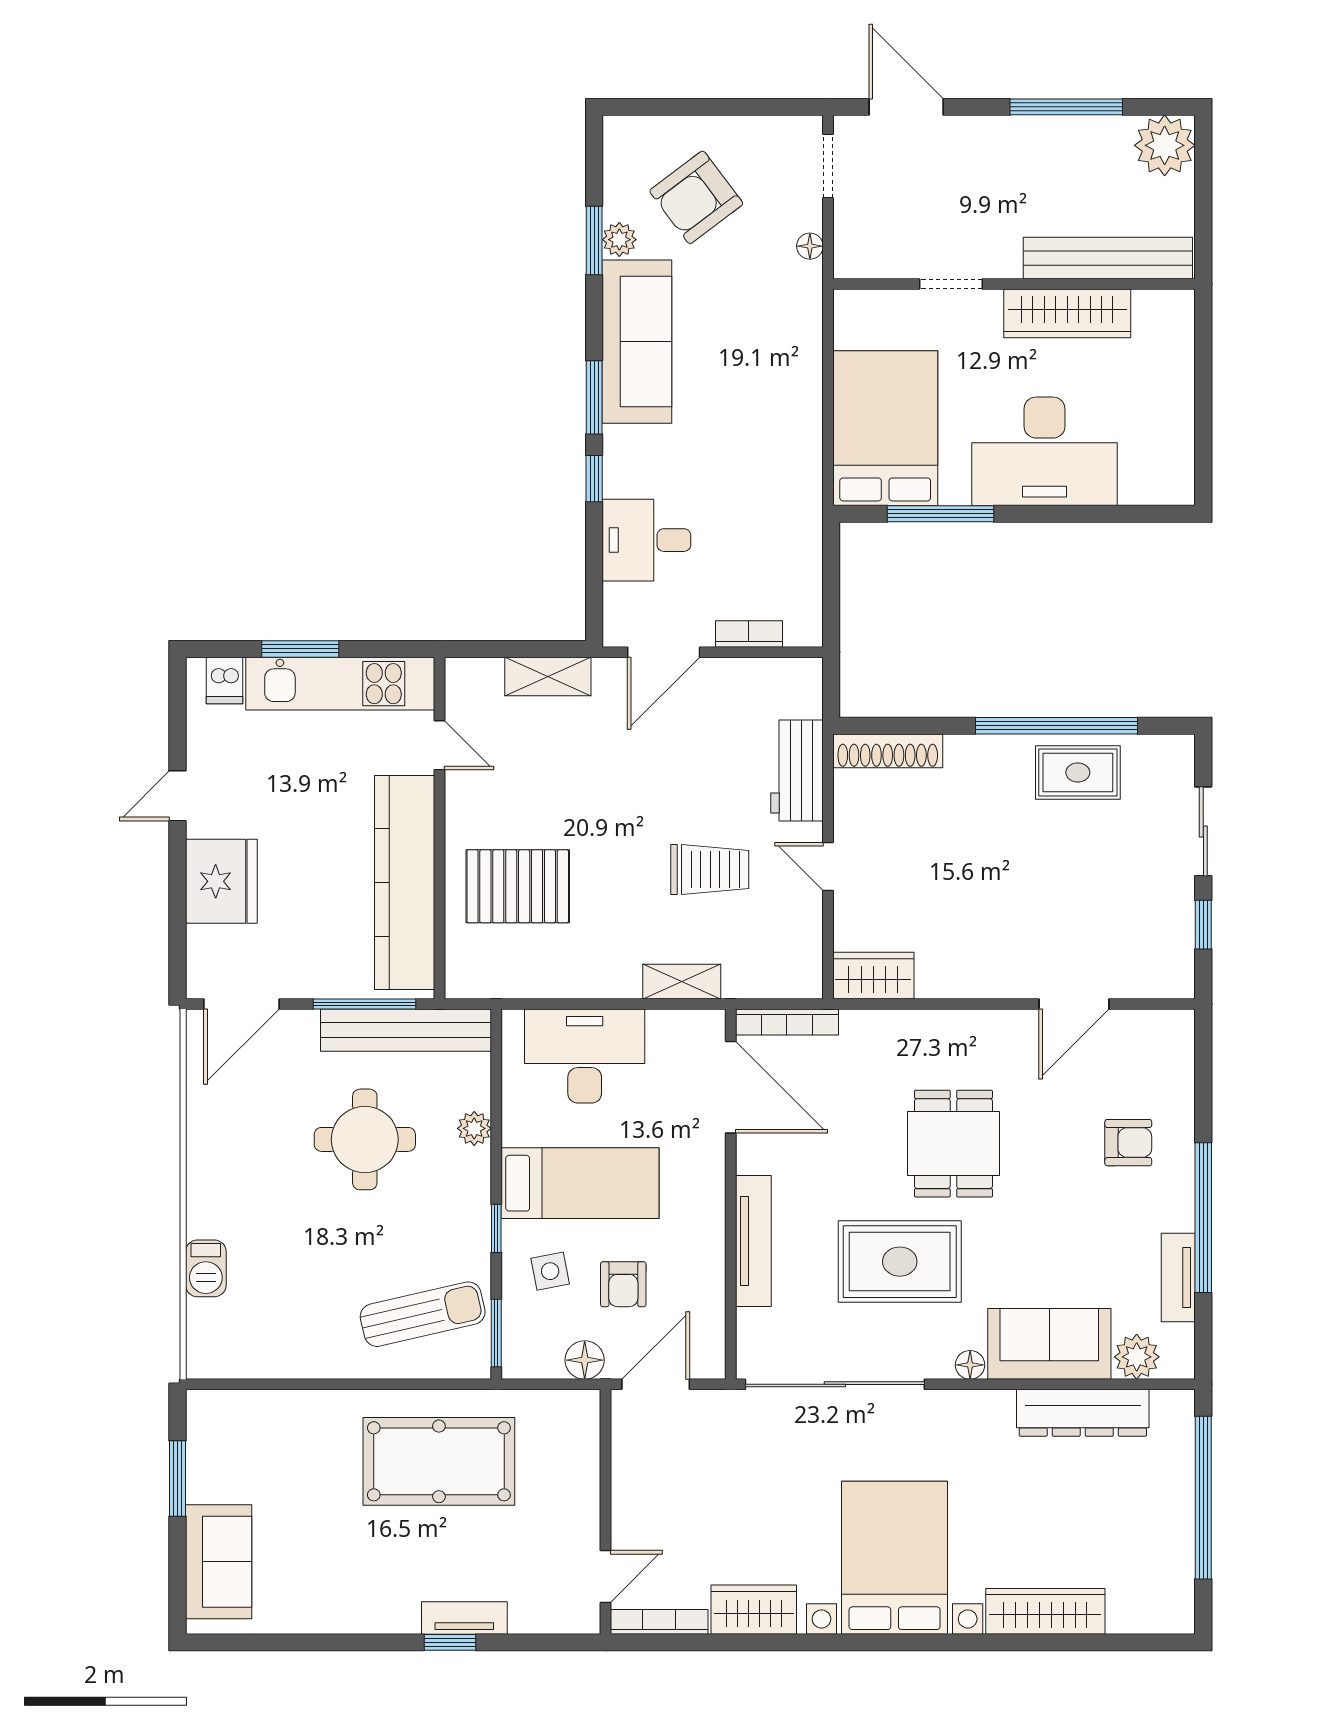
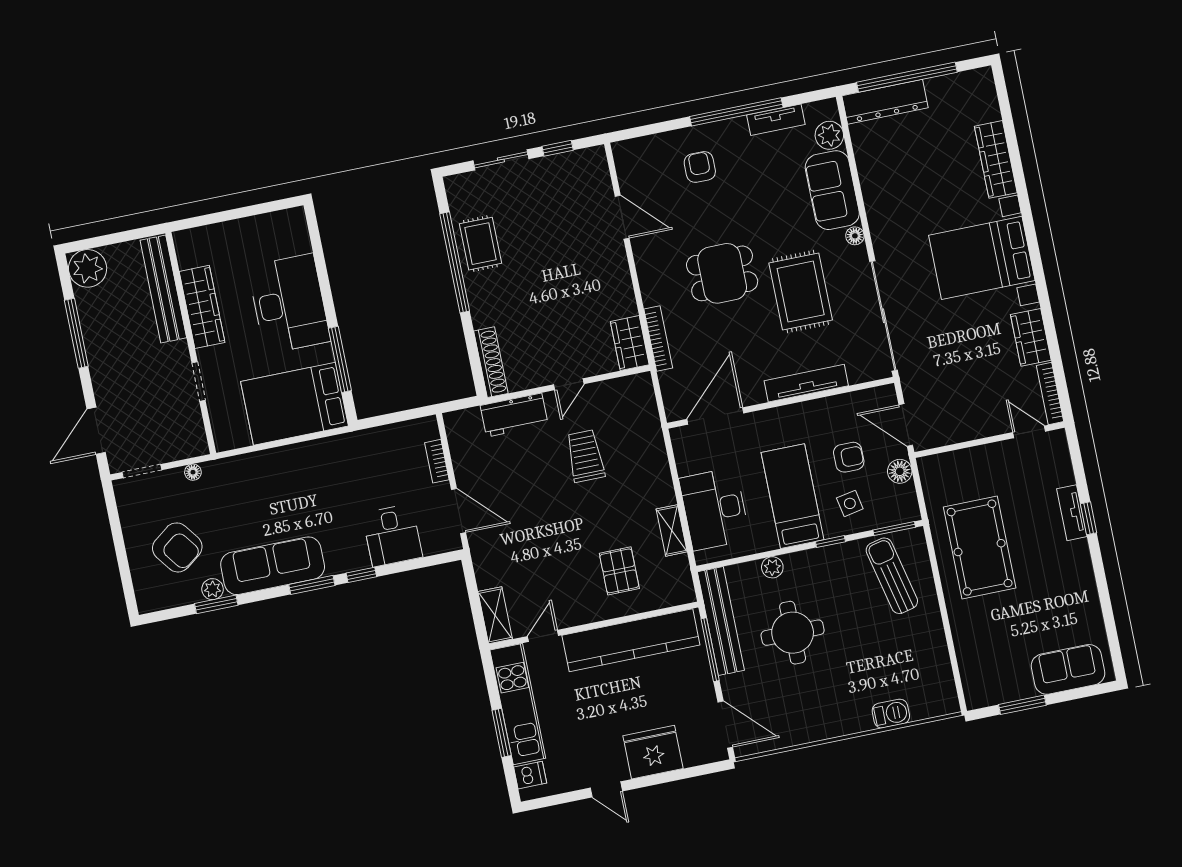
shelving: (548, 676) -> (495, 615), moved
pallet: (518, 886) -> (619, 571), width x0.67, depth x0.71
shelving: (682, 982) -> (672, 530), moved
bookcase: (787, 1022) -> (658, 338), moved
dresser: (1083, 1413) -> (885, 102), moved, turned 90

